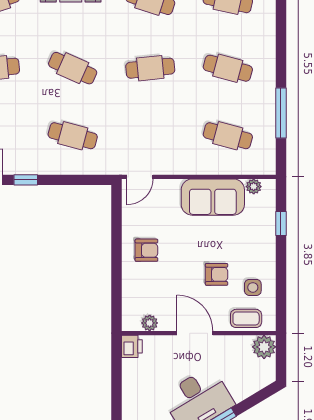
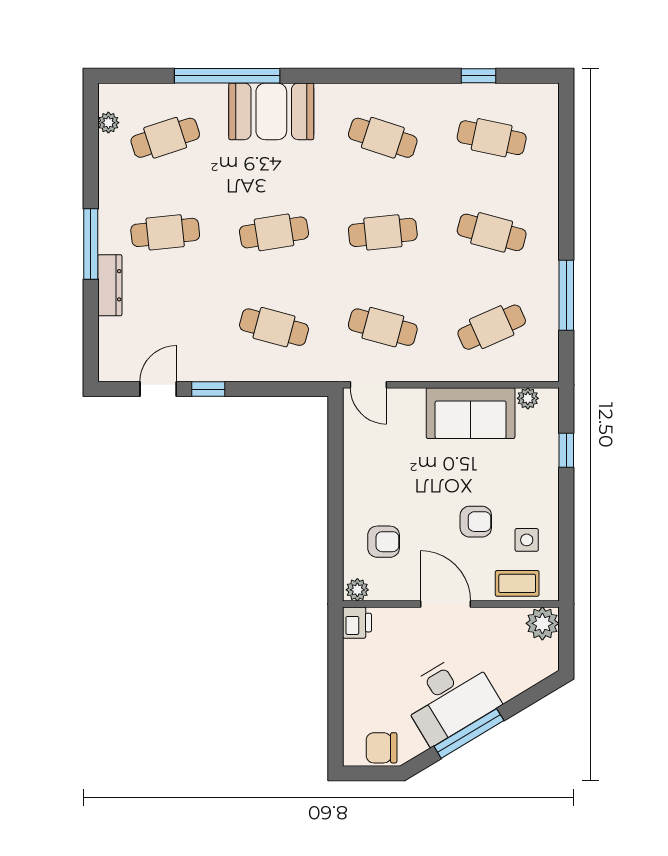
cafe table: (73, 68) -> (274, 232), turned -33
cafe table: (150, 136) -> (383, 327), added
cafe table: (228, 136) -> (492, 327), turned -39
door: (140, 177) -> (368, 385), hinge flipped
armchair: (146, 250) -> (384, 542), moved
plant: (150, 323) -> (357, 590), moved

